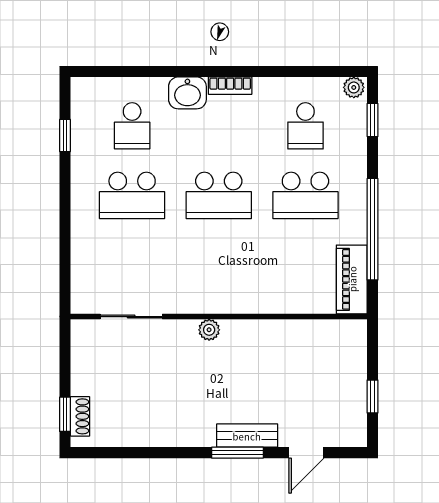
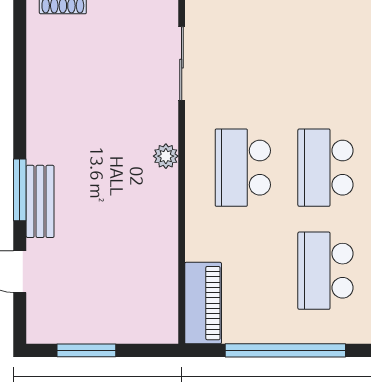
school desk: (132, 195) -> (243, 168), moved
piano: (352, 279) -> (203, 303), moved, turned 90
window: (373, 396) -> (86, 350), width x1.50

